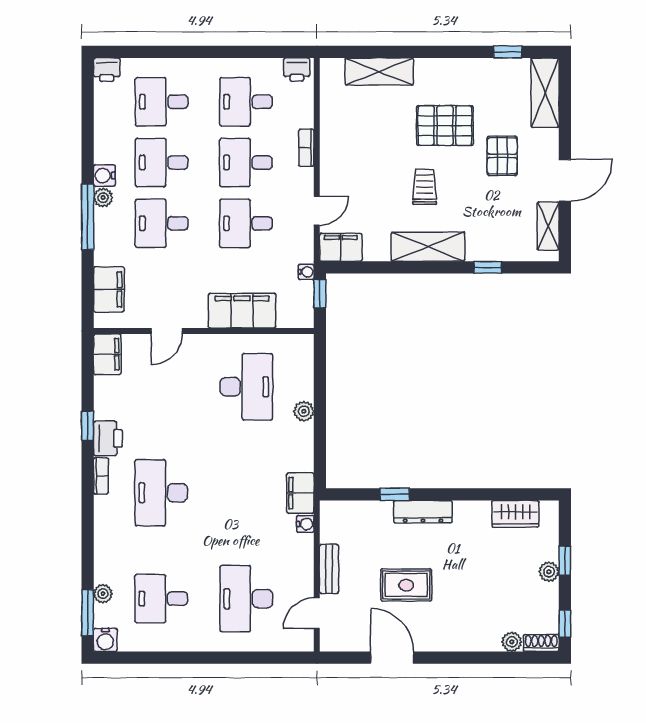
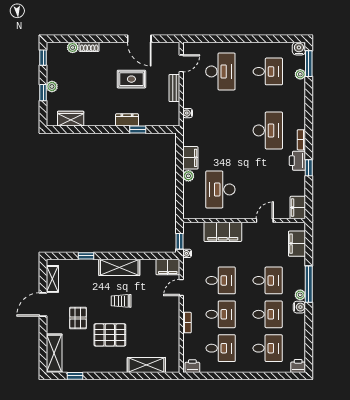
trolley: (425, 187) -> (121, 301), turned 90
filing cabinet: (300, 493) -> (190, 158), moved
dresser: (423, 512) -> (127, 120), width x0.70
shoe rack: (541, 643) -> (89, 47), moved

